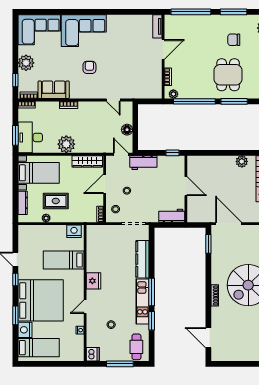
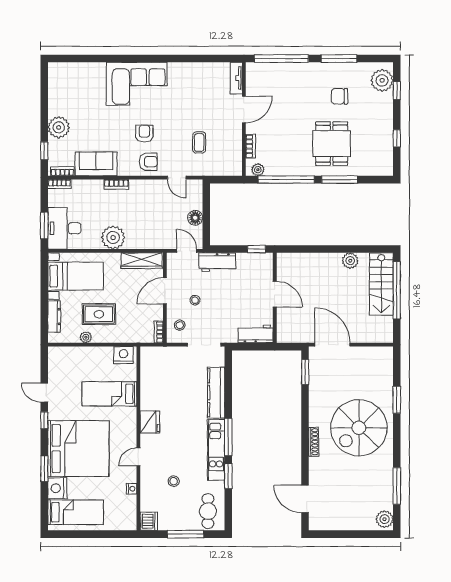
corner sofa: (39, 30) -> (77, 83), removed
coffee table: (130, 74) -> (199, 143), added
armchair: (92, 88) -> (148, 162), added

